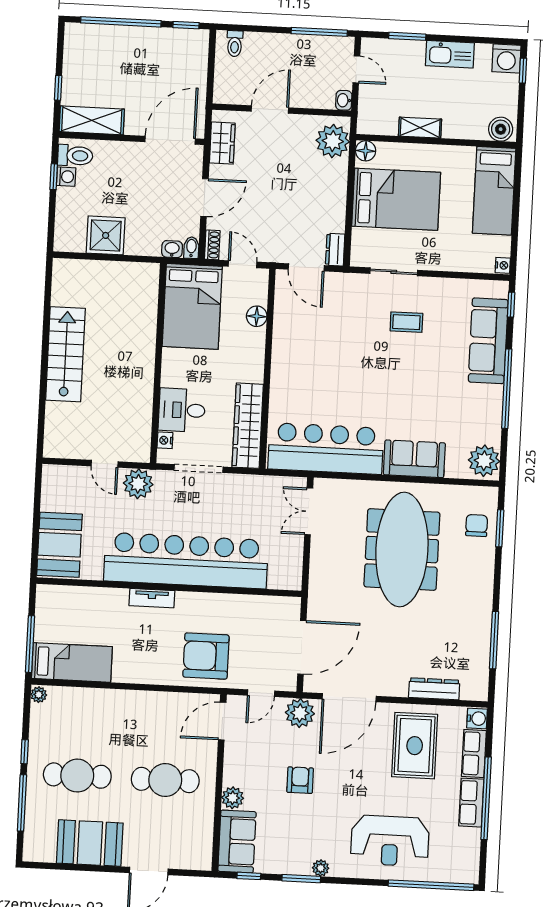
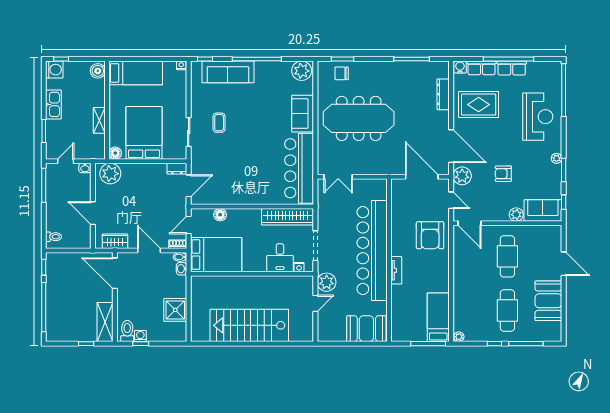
stairs: (65, 354) -> (249, 325), width x1.36, depth x1.51

